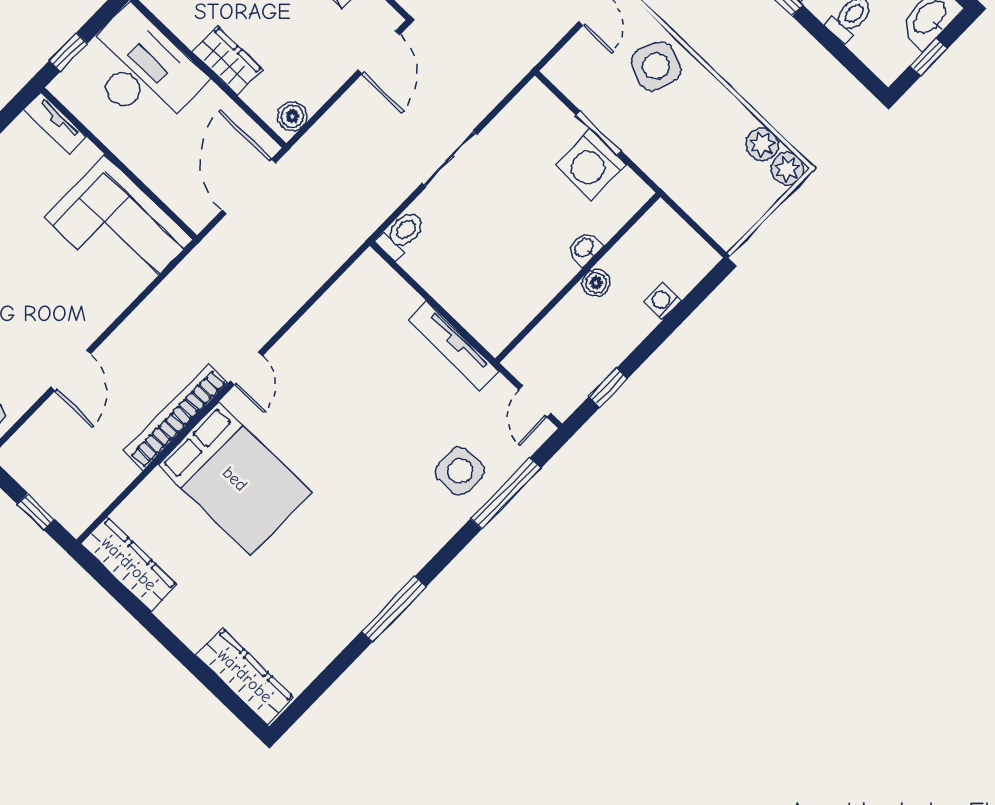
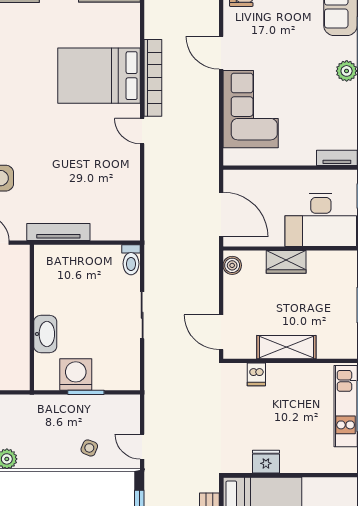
side table: (656, 66) -> (89, 448), width x0.54, depth x0.54
corner sofa: (118, 228) -> (251, 109), moved, turned 90
washbasin: (585, 248) -> (45, 334), width x1.91, depth x1.45
boiler: (596, 283) -> (21, 323), removed

